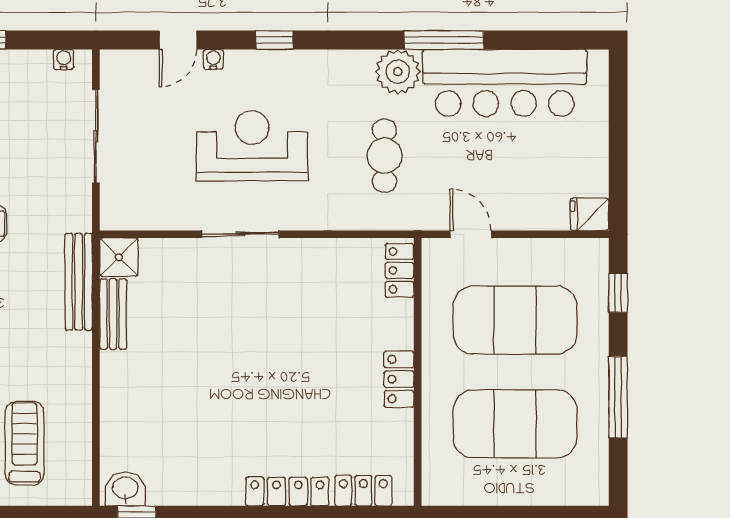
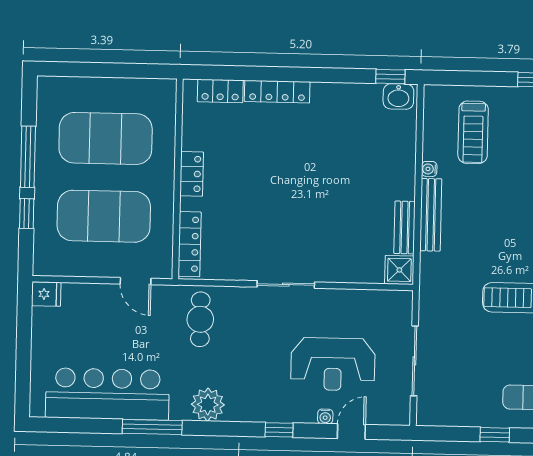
water cooler: (64, 59) -> (429, 169), moved, turned 90
plant: (398, 72) -> (208, 405), moved
reception desk: (252, 146) -> (333, 364), moved
cafe table: (384, 156) -> (200, 319), moved
sliding door: (240, 234) -> (286, 285), moved
locker: (400, 270) -> (190, 244), width x1.53
bench: (79, 282) -> (431, 215), moved
window: (618, 293) -> (27, 214), moved

